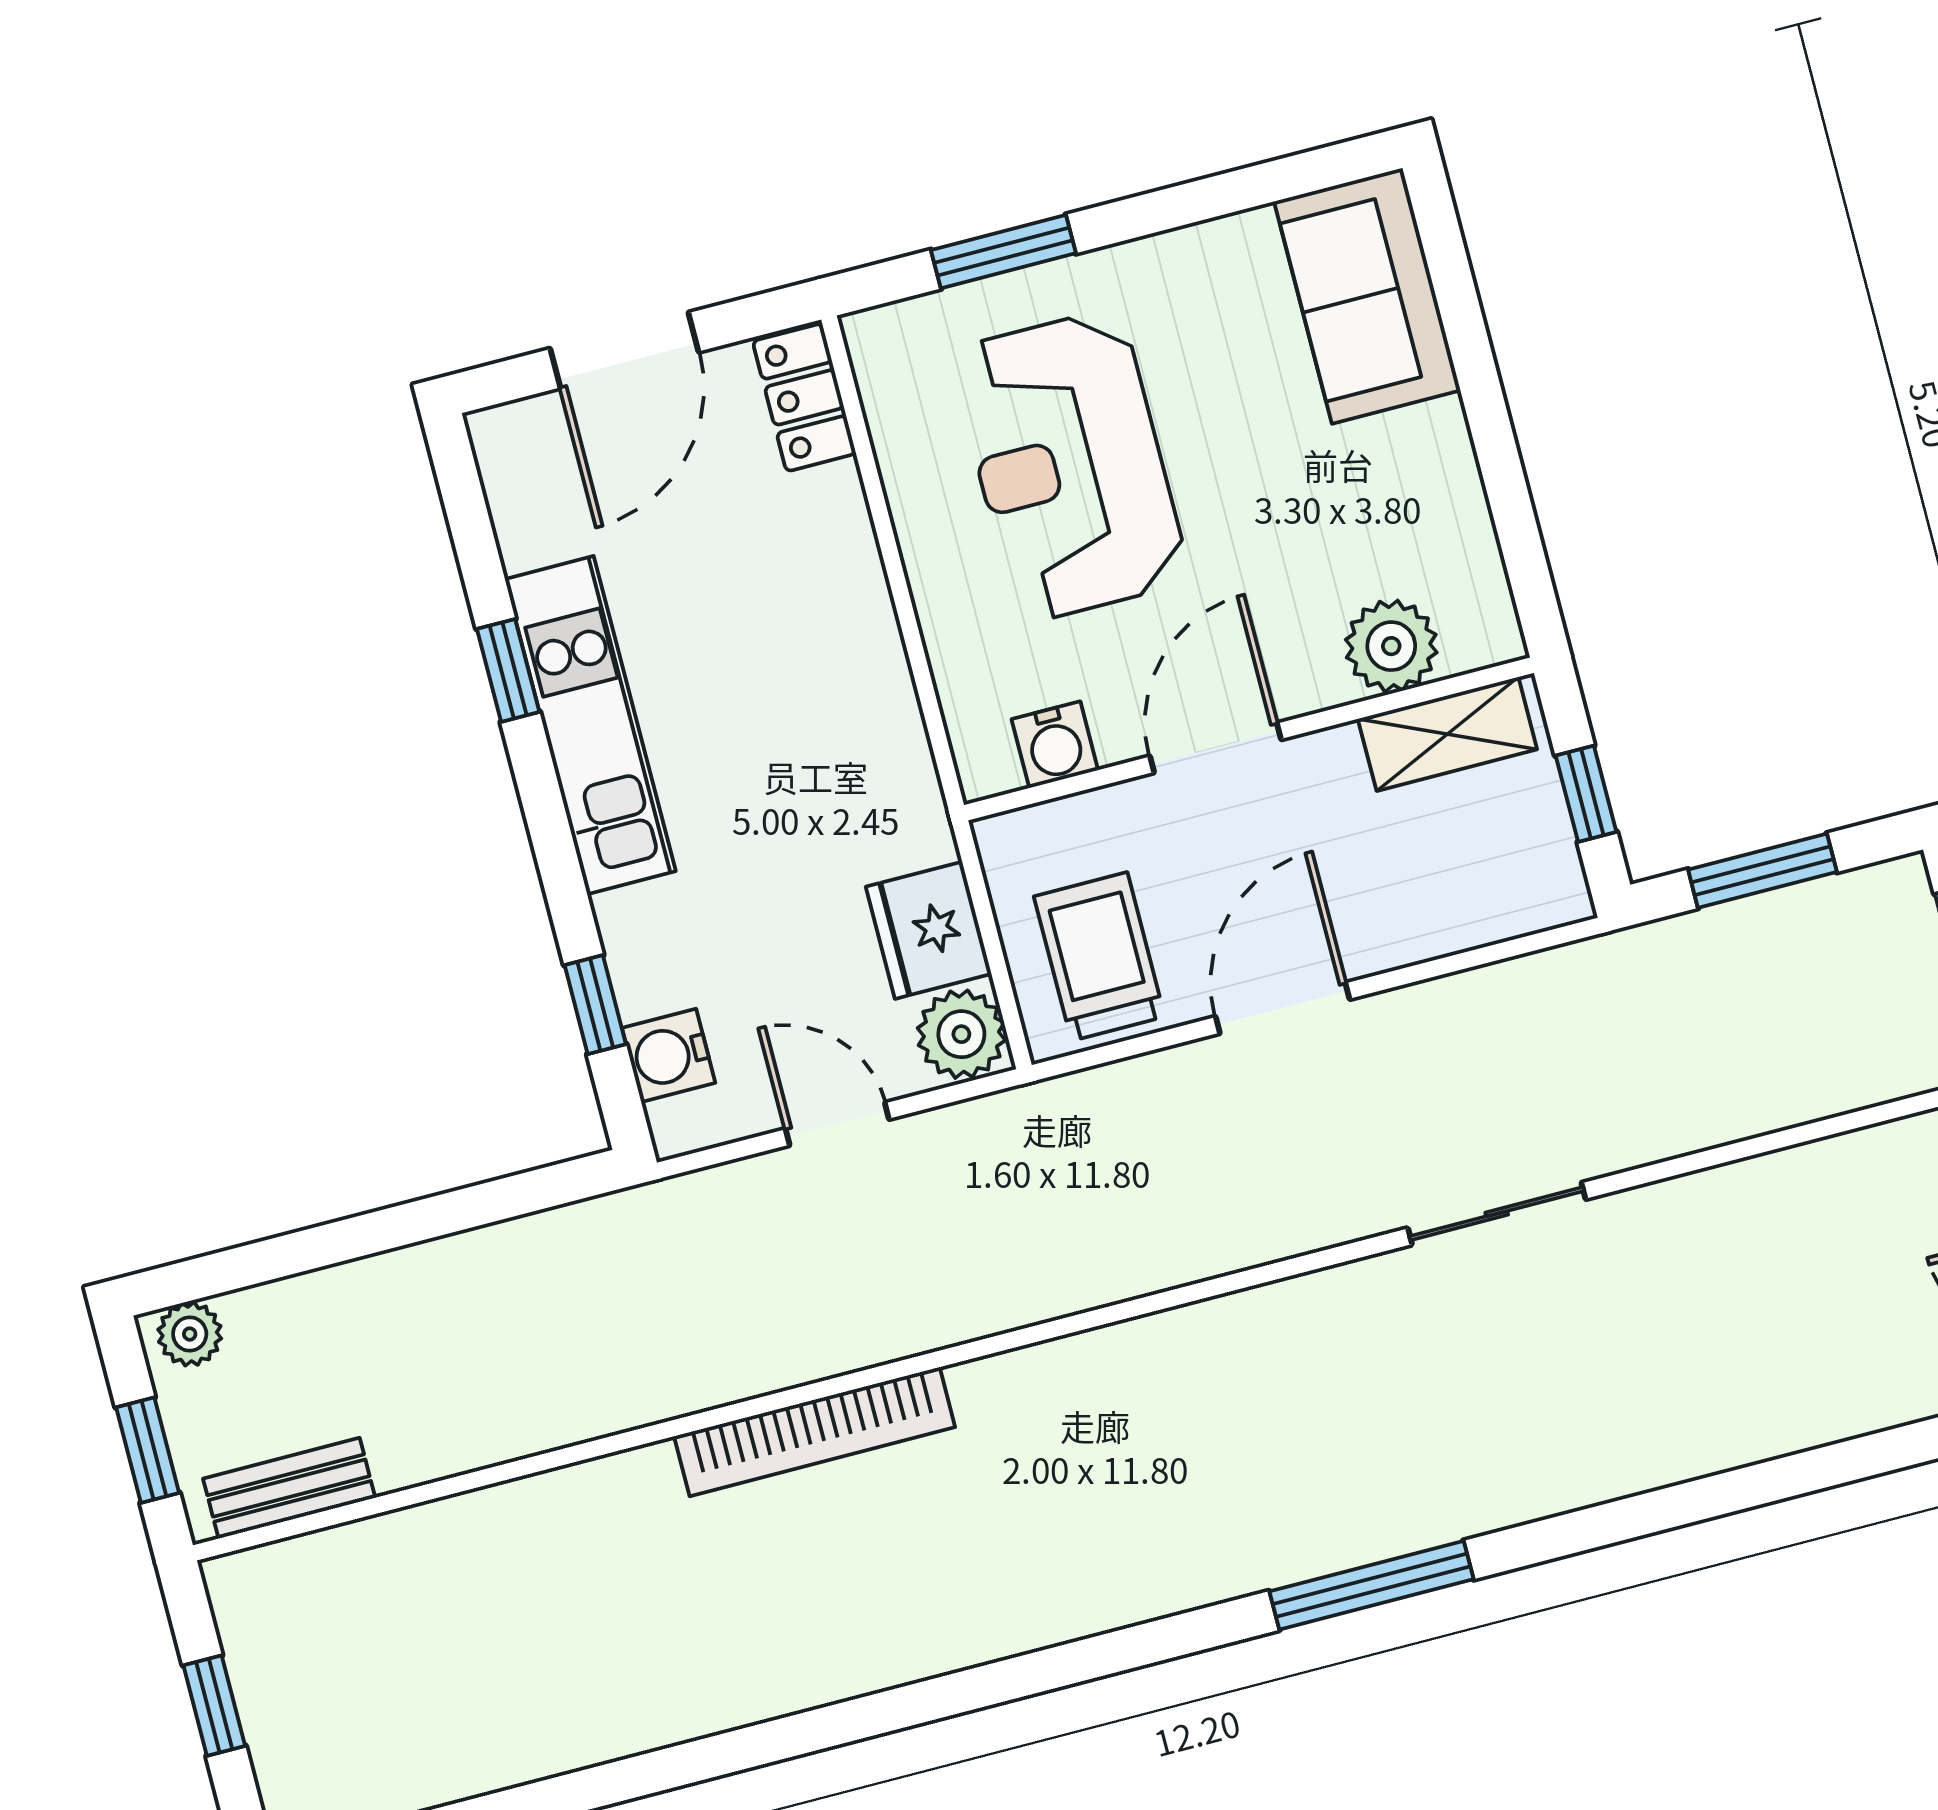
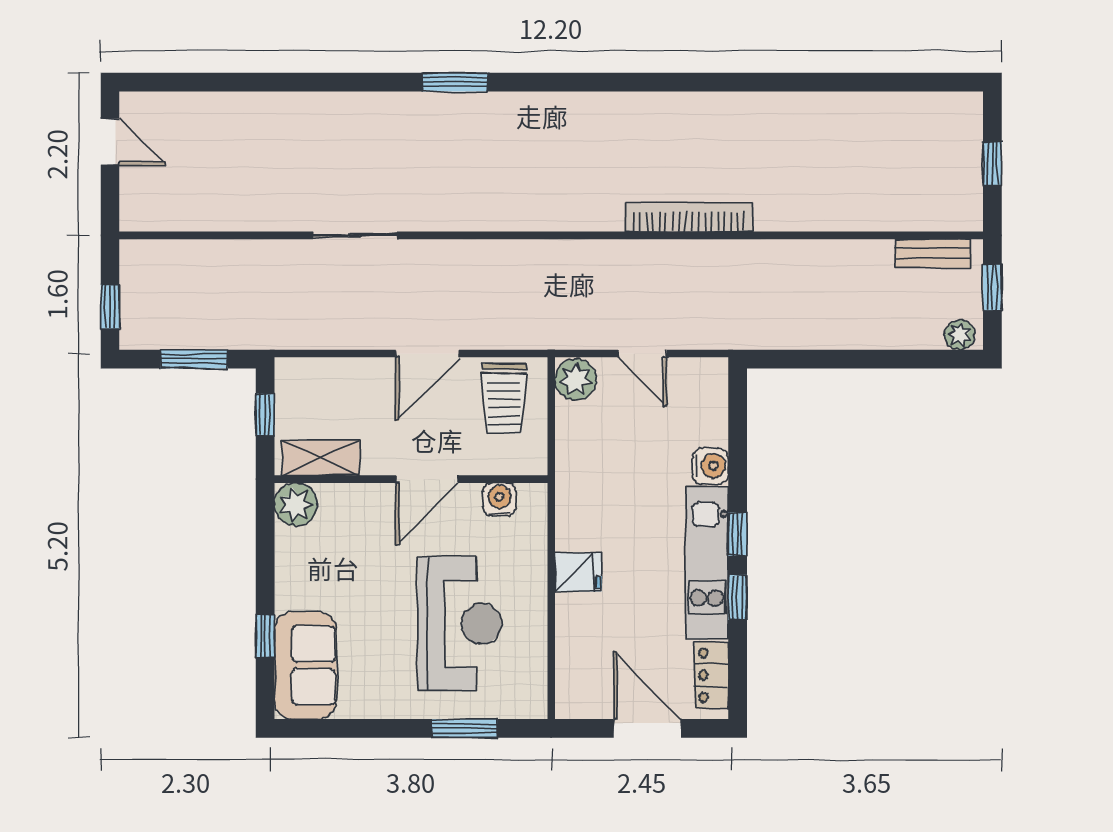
window: (1467, 335) -> (265, 636), added
door: (624, 350) -> (647, 728), hinge flipped
locker: (804, 397) -> (712, 675), moved, turned 180
plant: (1391, 646) -> (296, 504), moved
fridge: (929, 930) -> (578, 572), moved, width x0.72
window: (595, 1005) -> (738, 534), moved
water cooler: (669, 1055) -> (710, 466), moved
window: (1371, 1585) -> (455, 82), width x0.69

